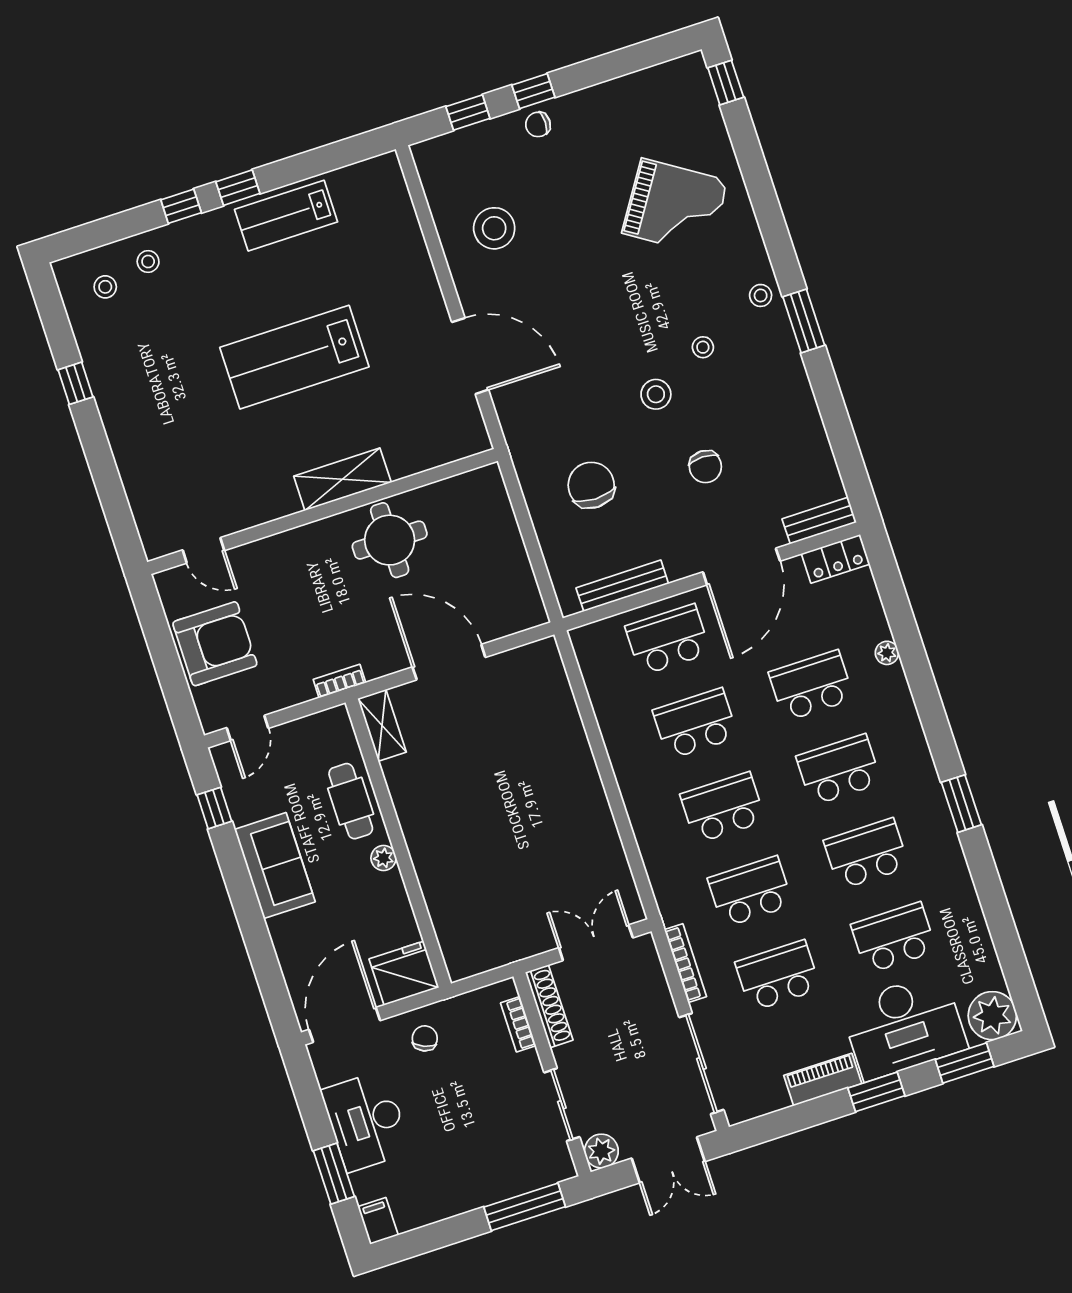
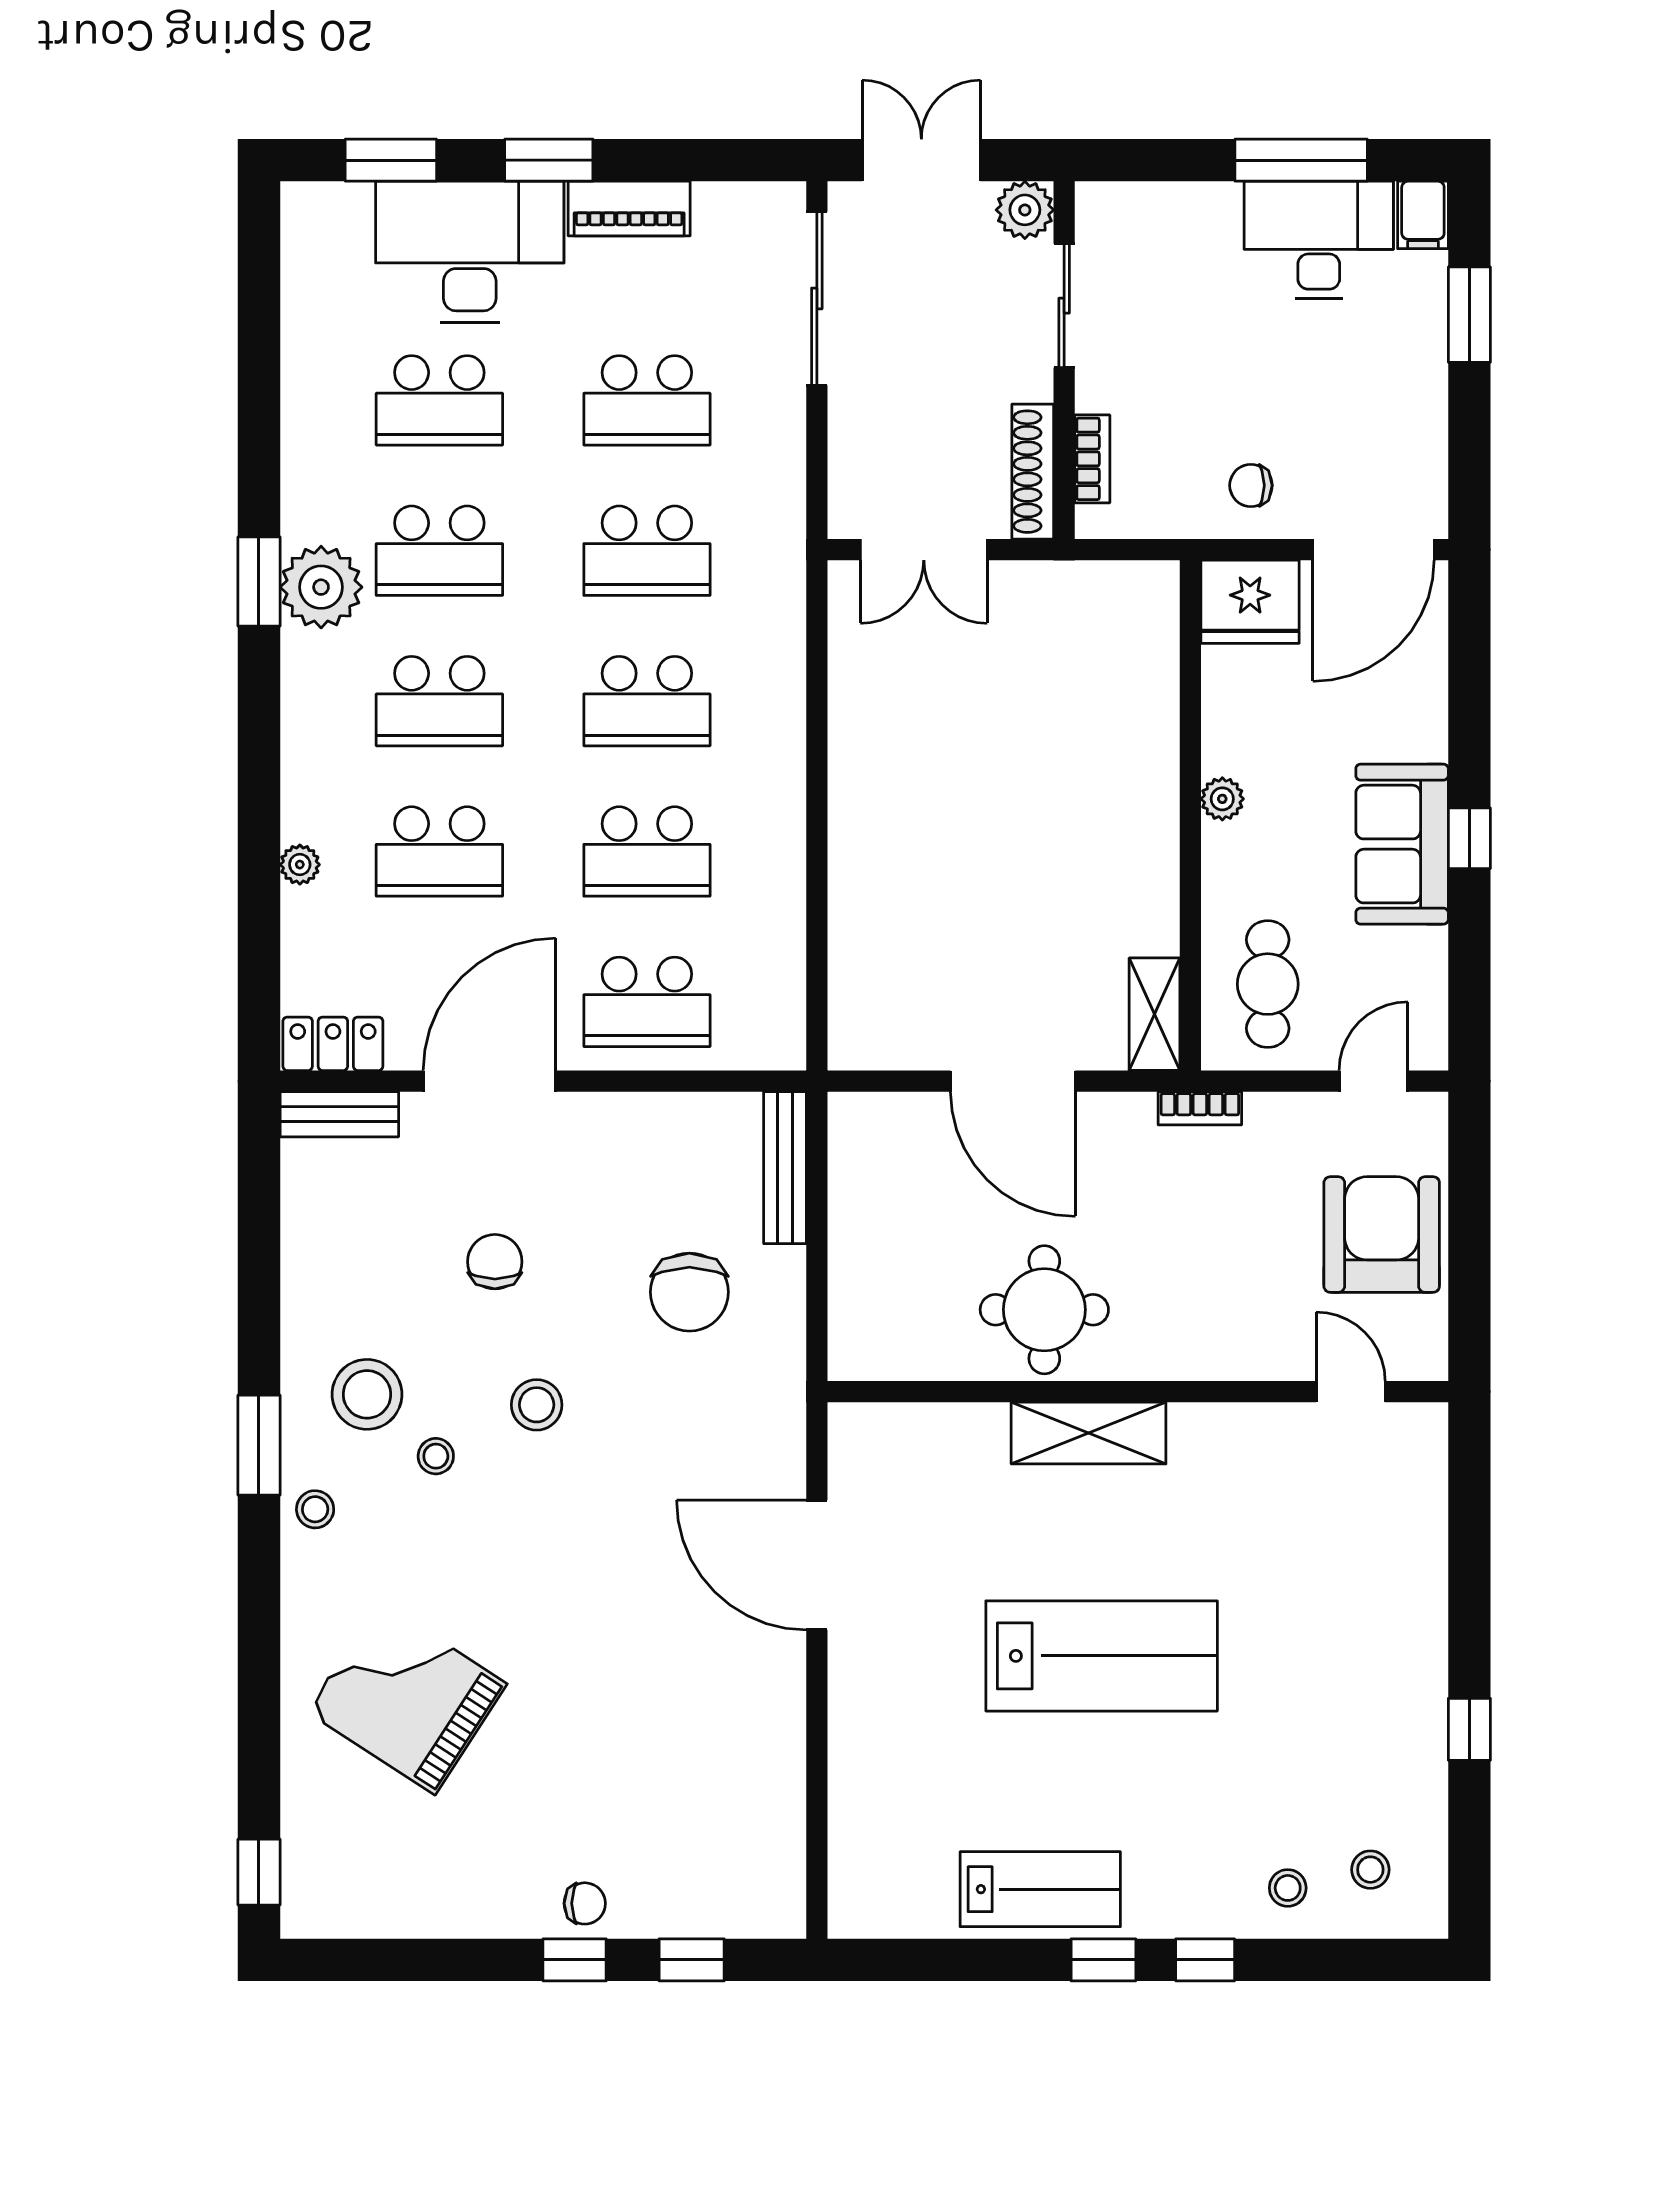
stool: (494, 228) -> (367, 1394), moved
bench: (622, 586) -> (785, 1168), moved, turned 90
armchair: (215, 644) -> (1382, 1235), turned 90
cafe table: (351, 801) -> (1268, 984), moved
window: (214, 808) -> (1469, 838), moved
bookcase: (685, 963) -> (790, 469), removed
plant: (992, 1016) -> (321, 587), moved
chair: (425, 1038) -> (1251, 485), turned 67
desk: (366, 1121) -> (1319, 240), moved, turned -90
window: (525, 1207) -> (1301, 160), moved

